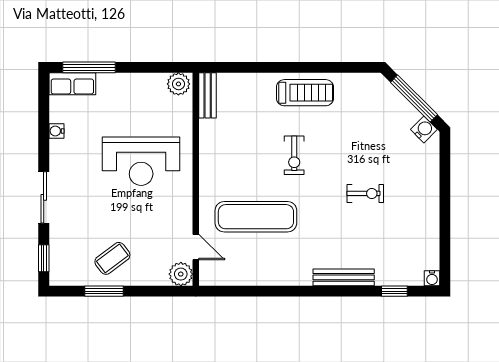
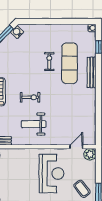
reception desk: (141, 161) -> (51, 173), moved
weight bench: (241, 162) -> (34, 124), added
exercise mat: (256, 217) -> (70, 63), moved

